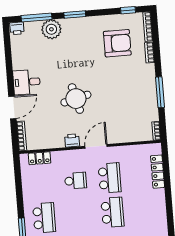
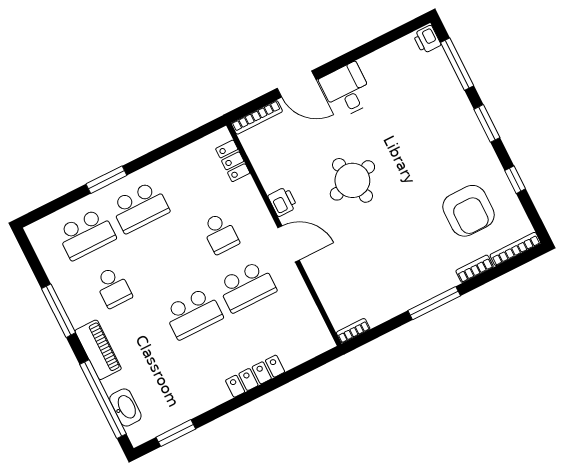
window: (128, 10) -> (515, 180), moved
plant: (51, 29) -> (448, 96), removed
window: (160, 92) -> (434, 303), moved
locker: (158, 172) -> (255, 376), moved

